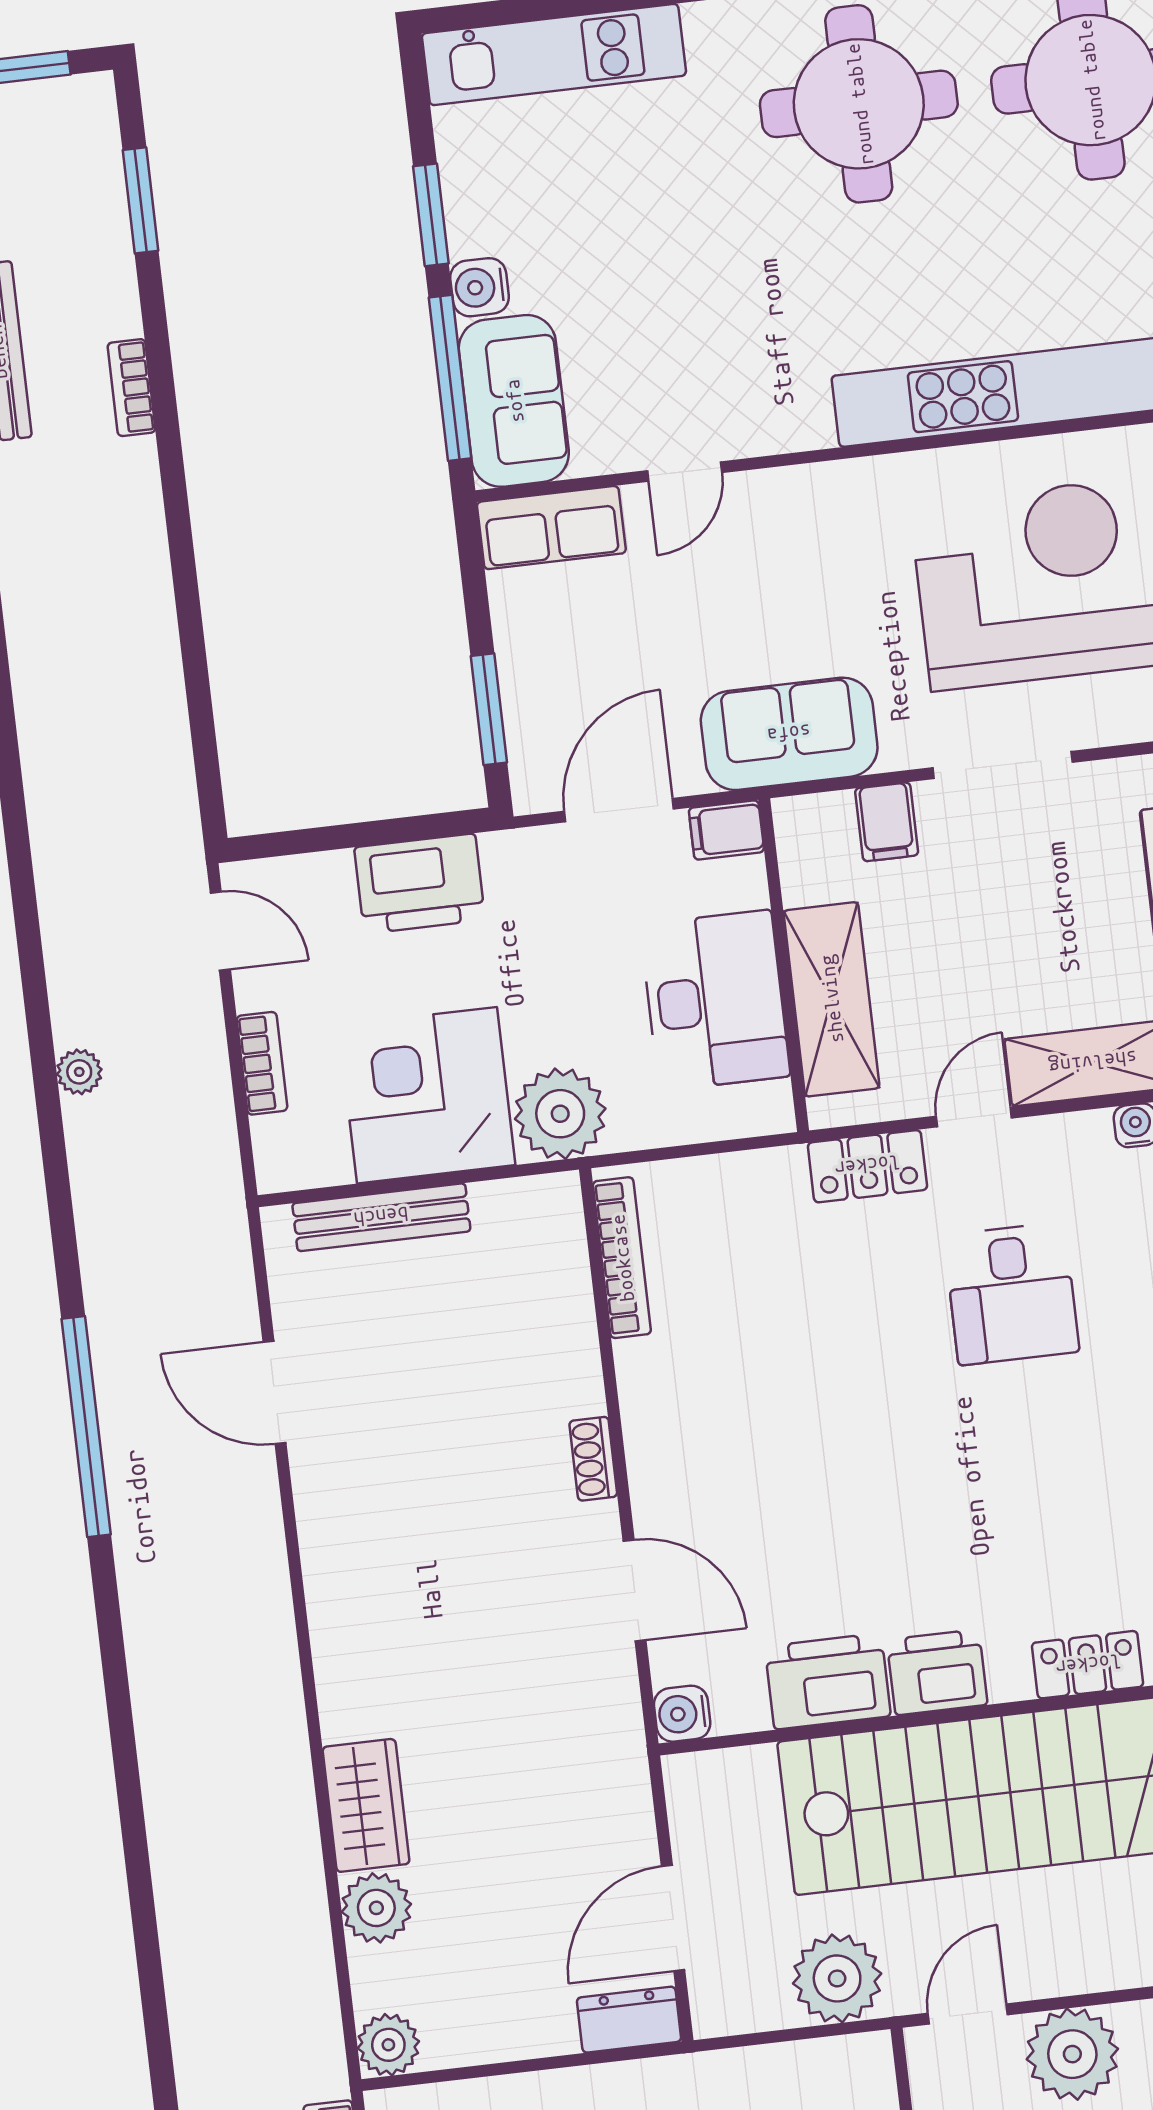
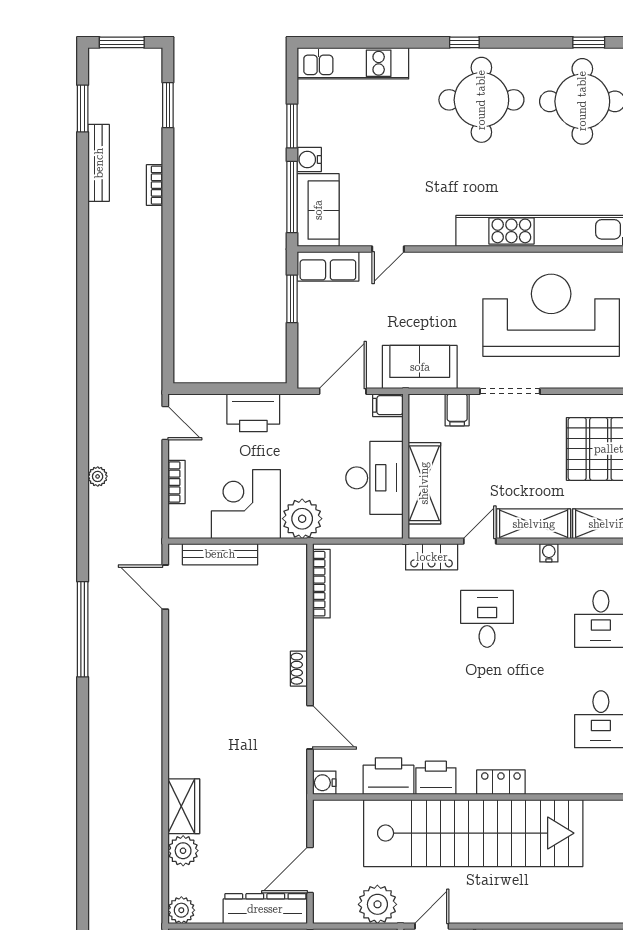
window: (489, 709) -> (292, 299), moved
desk: (1012, 1294) -> (487, 619), turned 180
door: (275, 1392) -> (165, 587), moved
dresser: (629, 2020) -> (265, 909), width x1.96, depth x1.24

